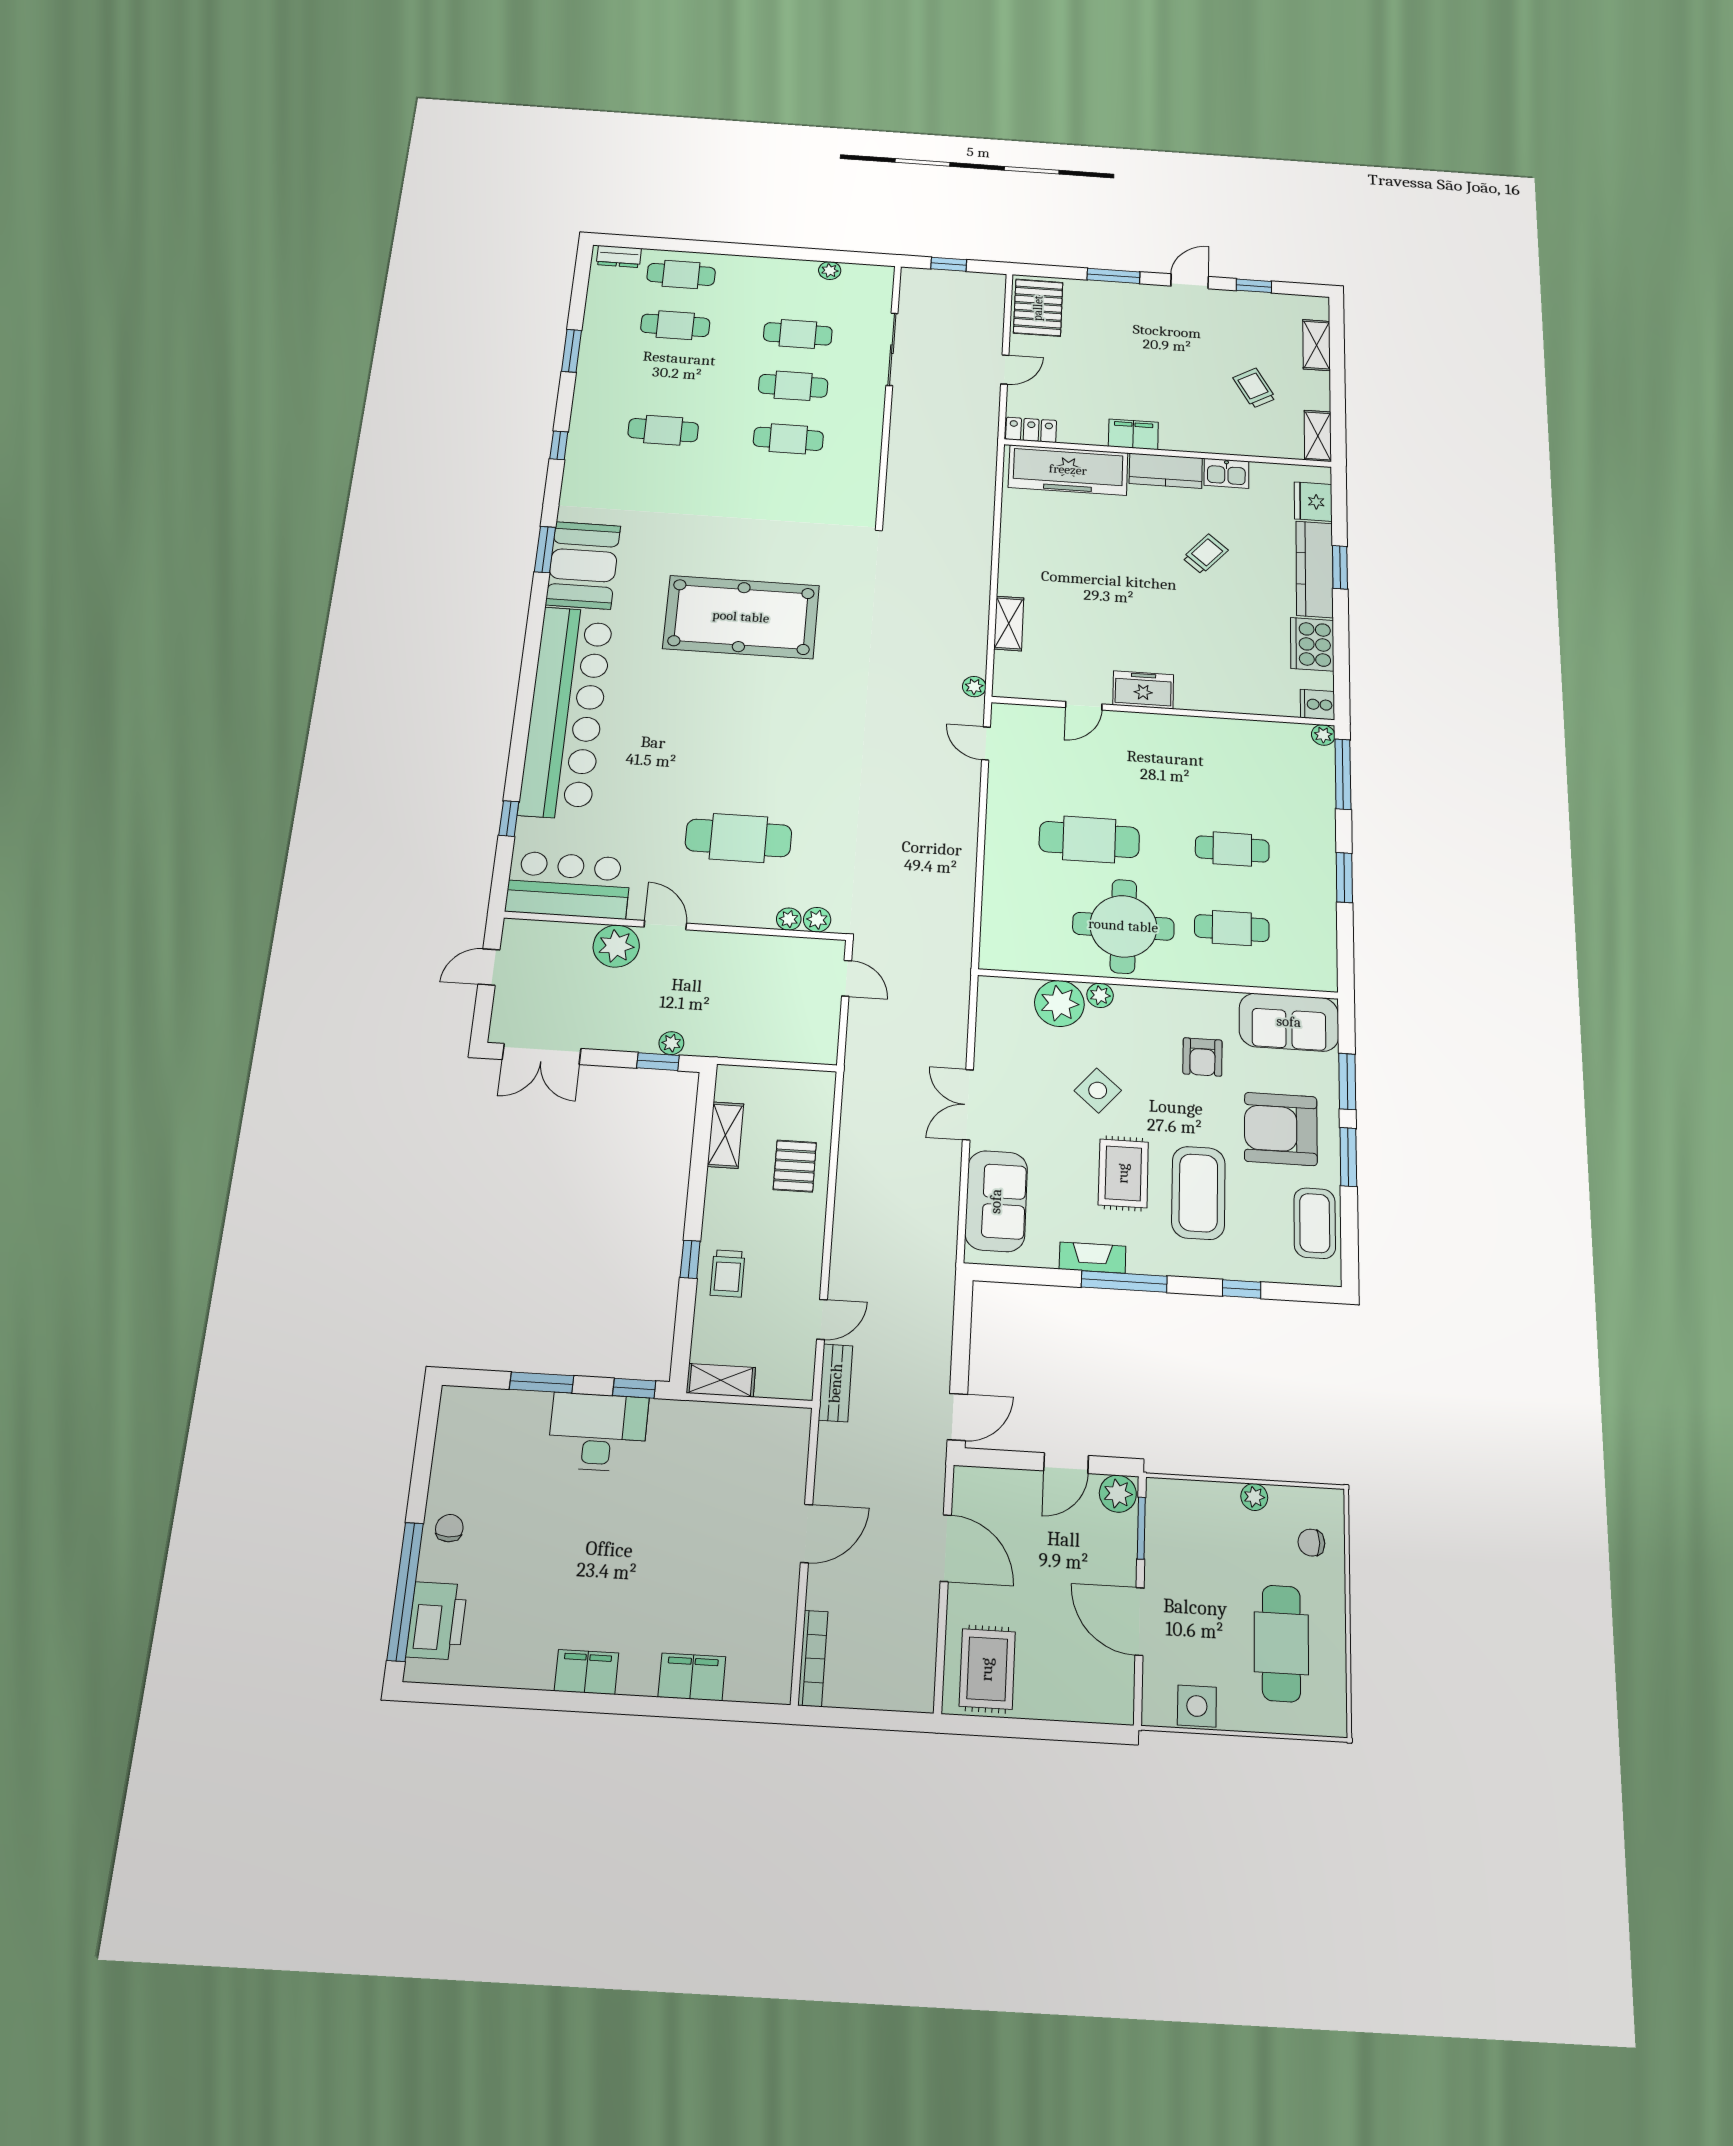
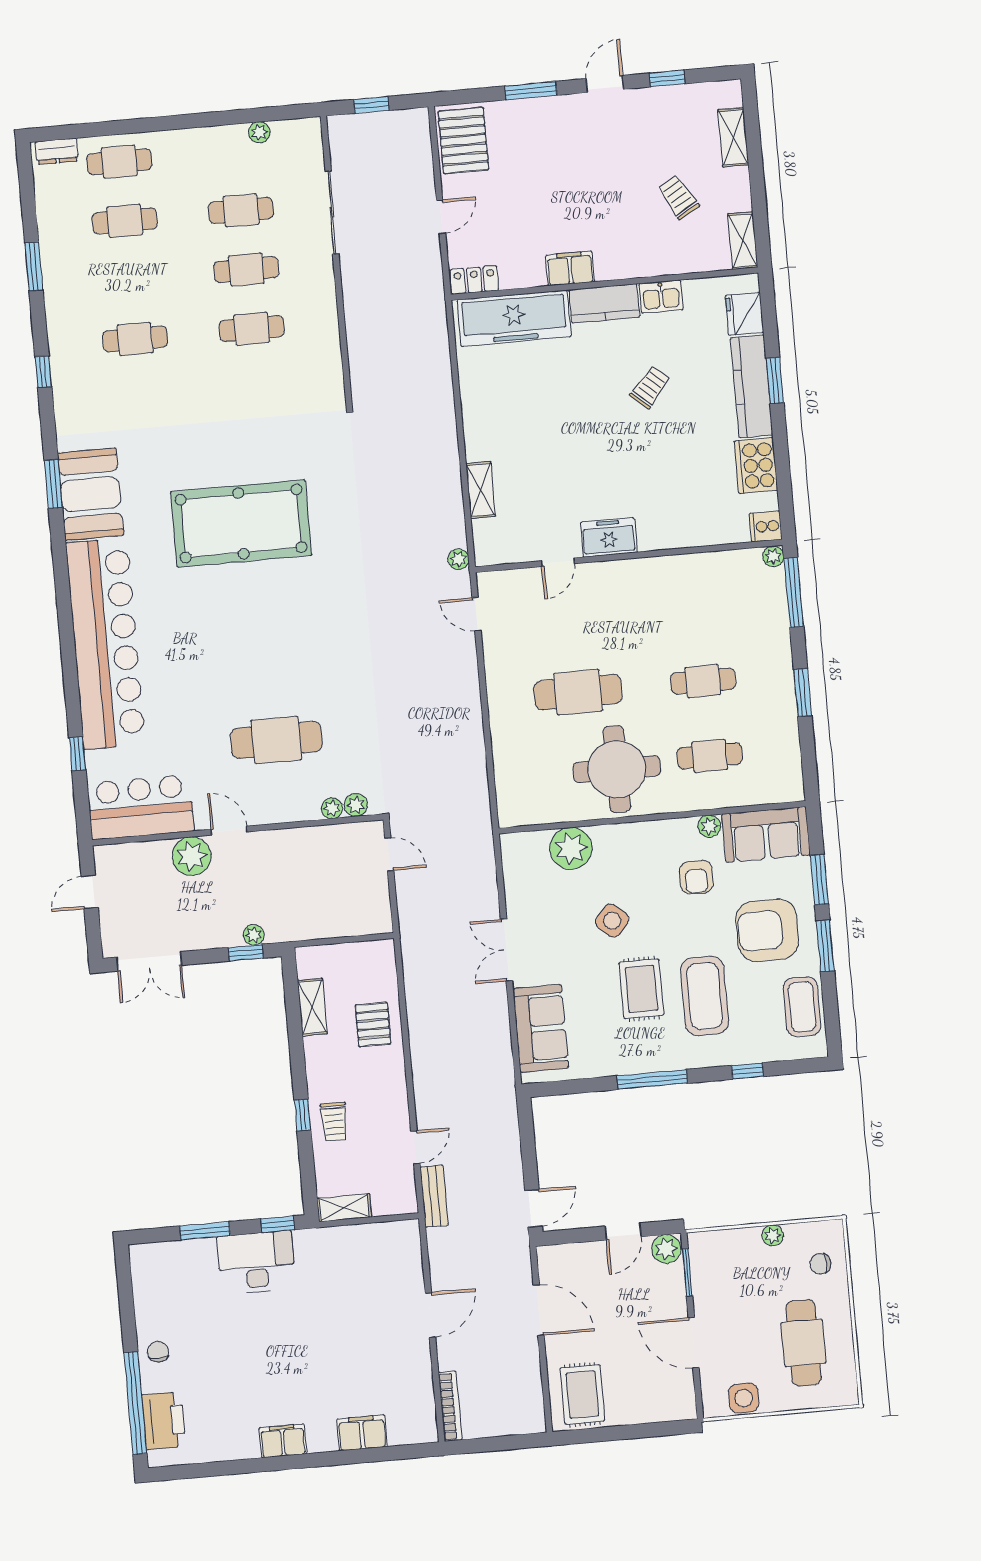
plant: (1100, 995) -> (709, 826), moved
fireplace: (1093, 1258) -> (624, 1064), removed

